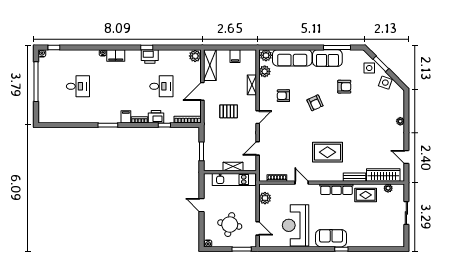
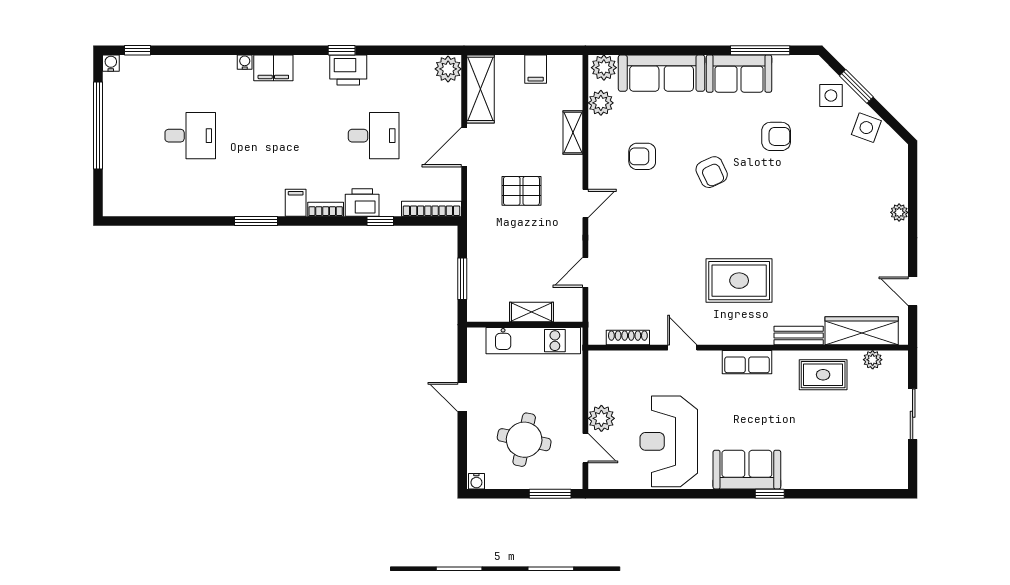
row of seats: (336, 189) -> (747, 362), width x0.68
plant: (265, 198) -> (601, 418), moved

